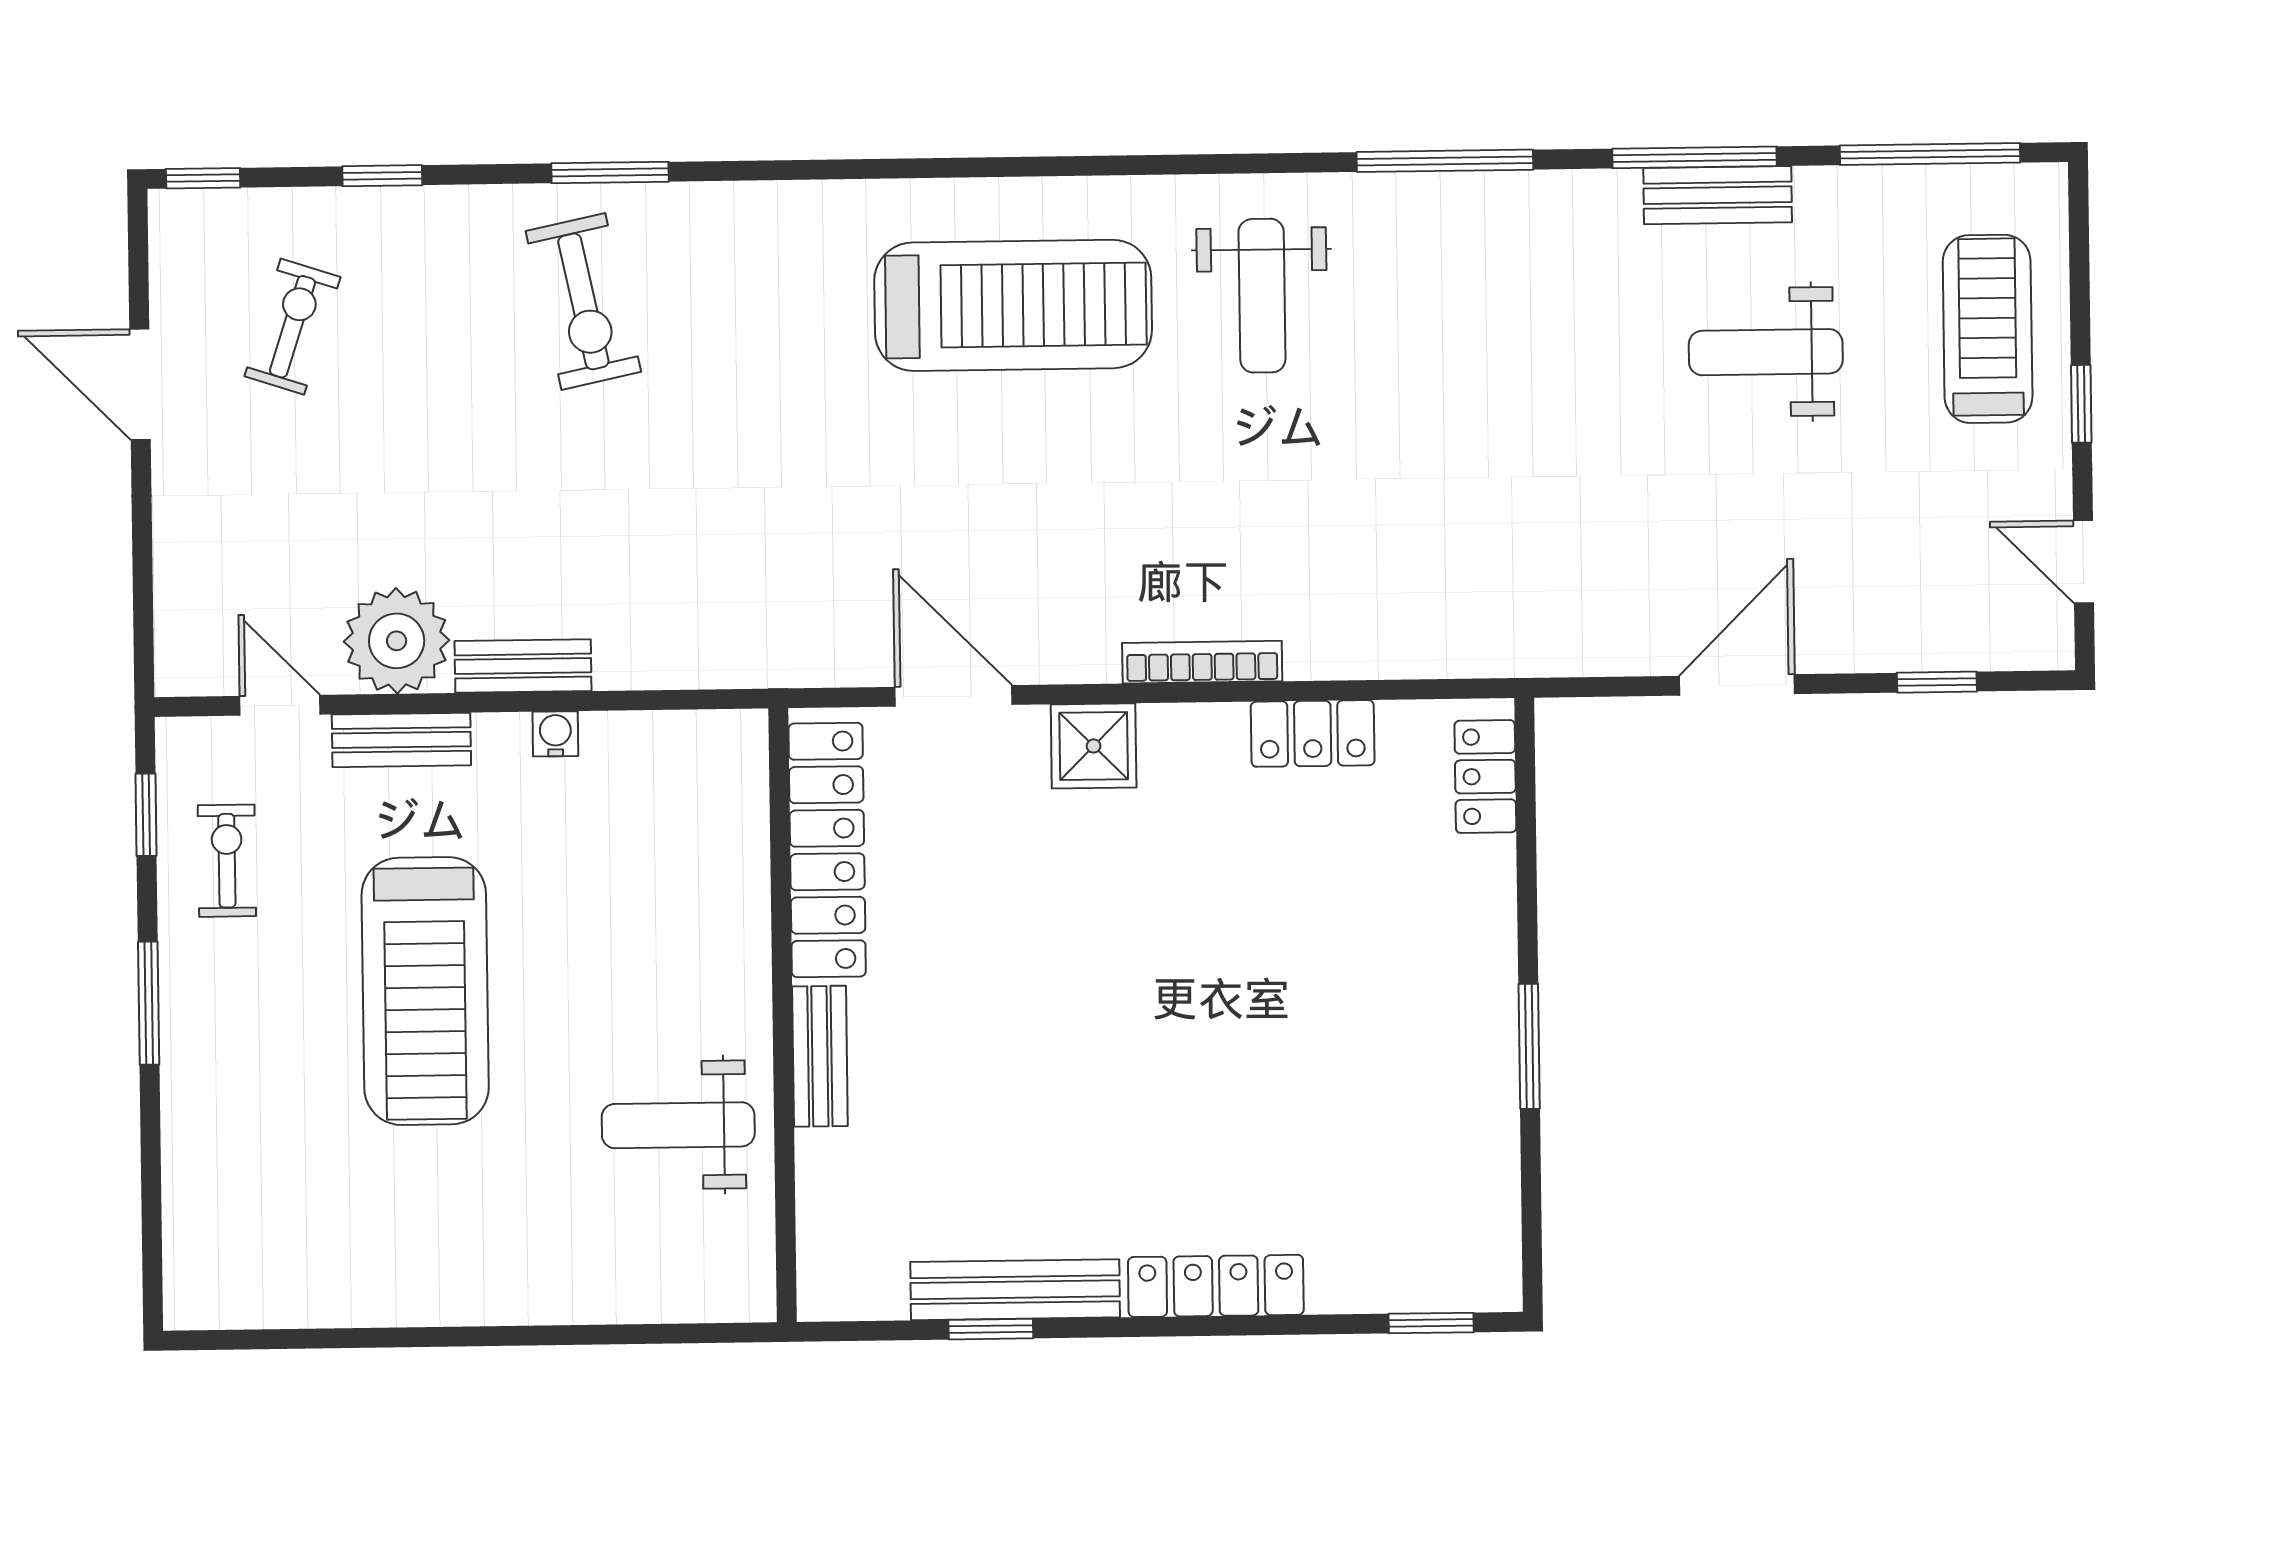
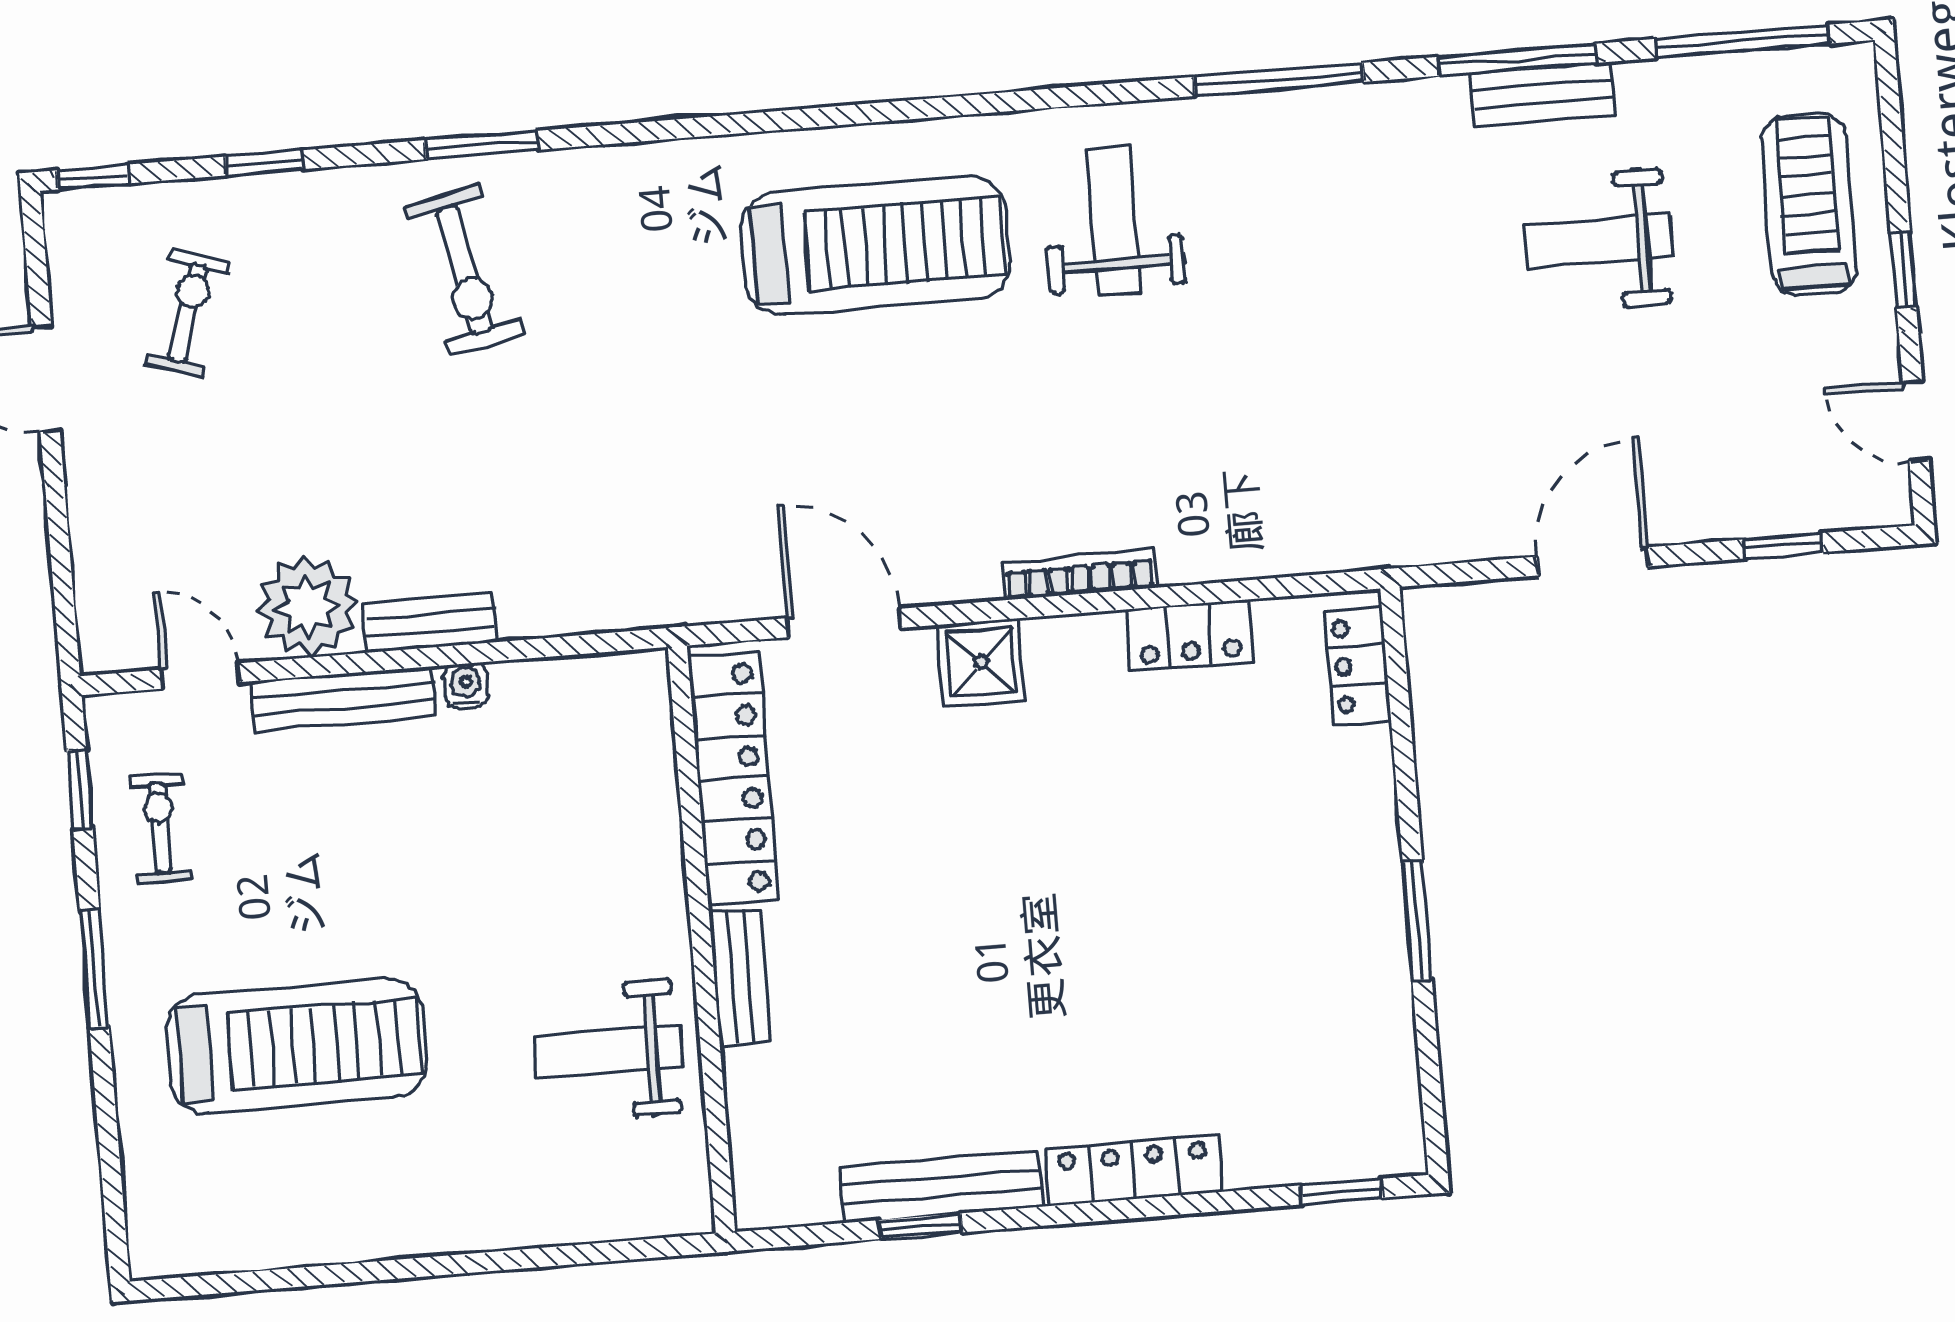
weight bench: (1262, 296) -> (1113, 220), turned 180
bench: (401, 740) -> (343, 699), width x1.36
treadmill: (425, 991) -> (297, 1046), moved, turned -90

